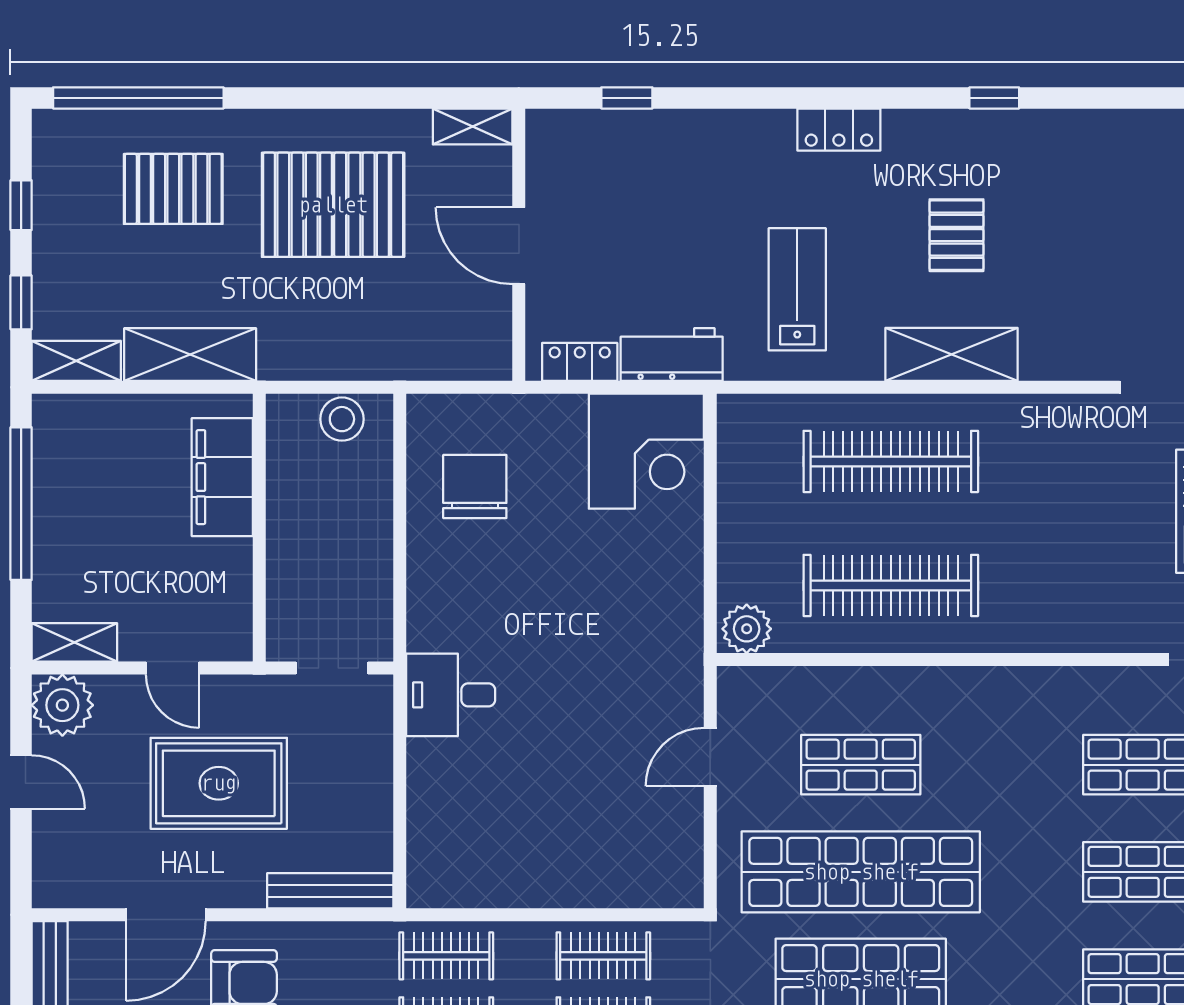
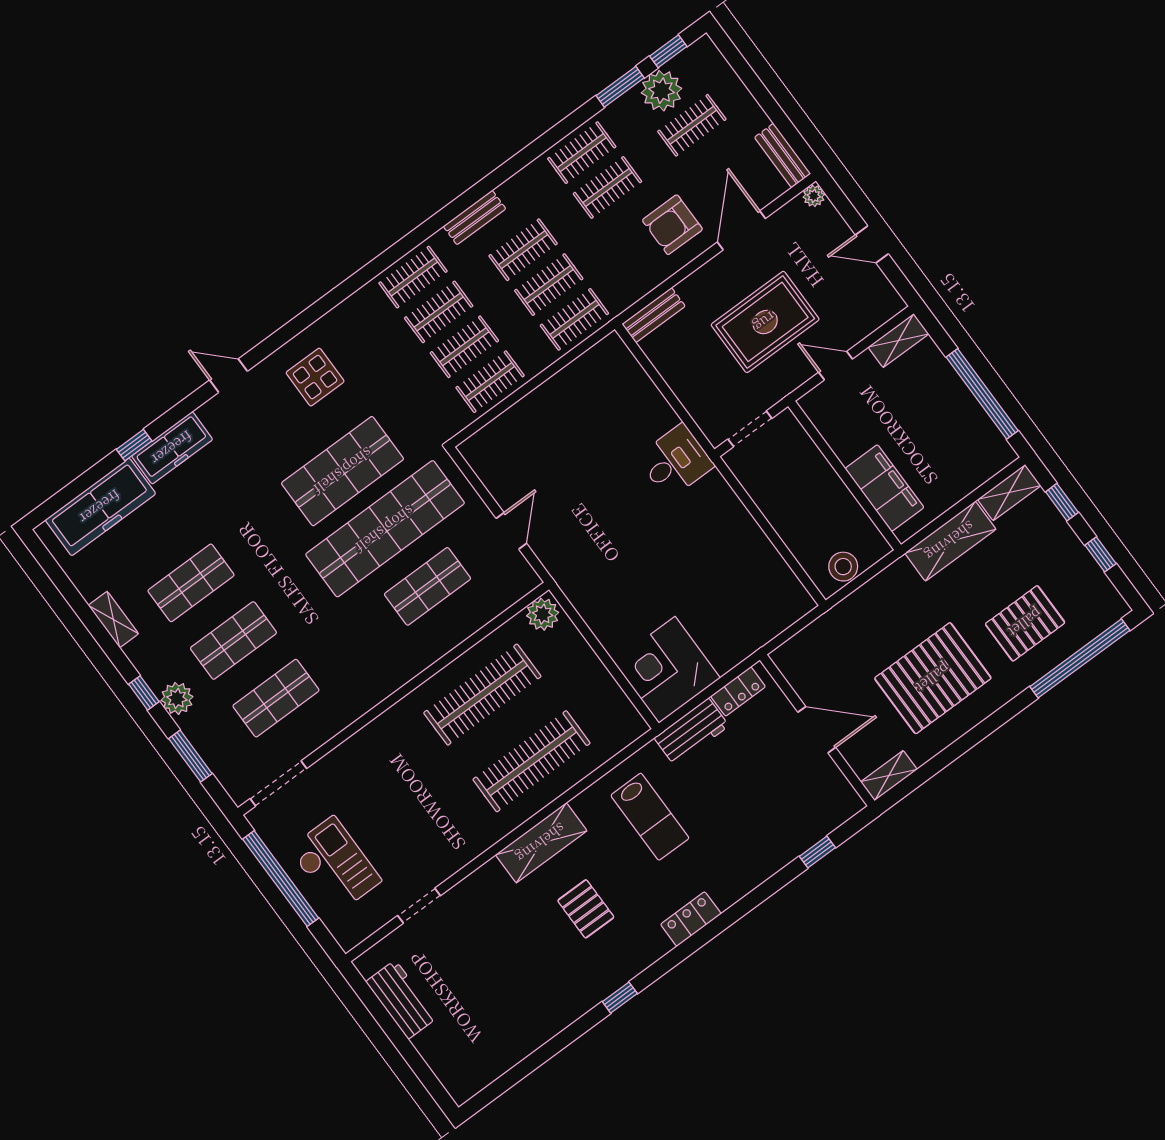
chair: (475, 487) -> (745, 583), removed
plant: (62, 705) -> (814, 196), moved, width x0.53, depth x0.53
bench: (330, 891) -> (654, 315), width x0.73

